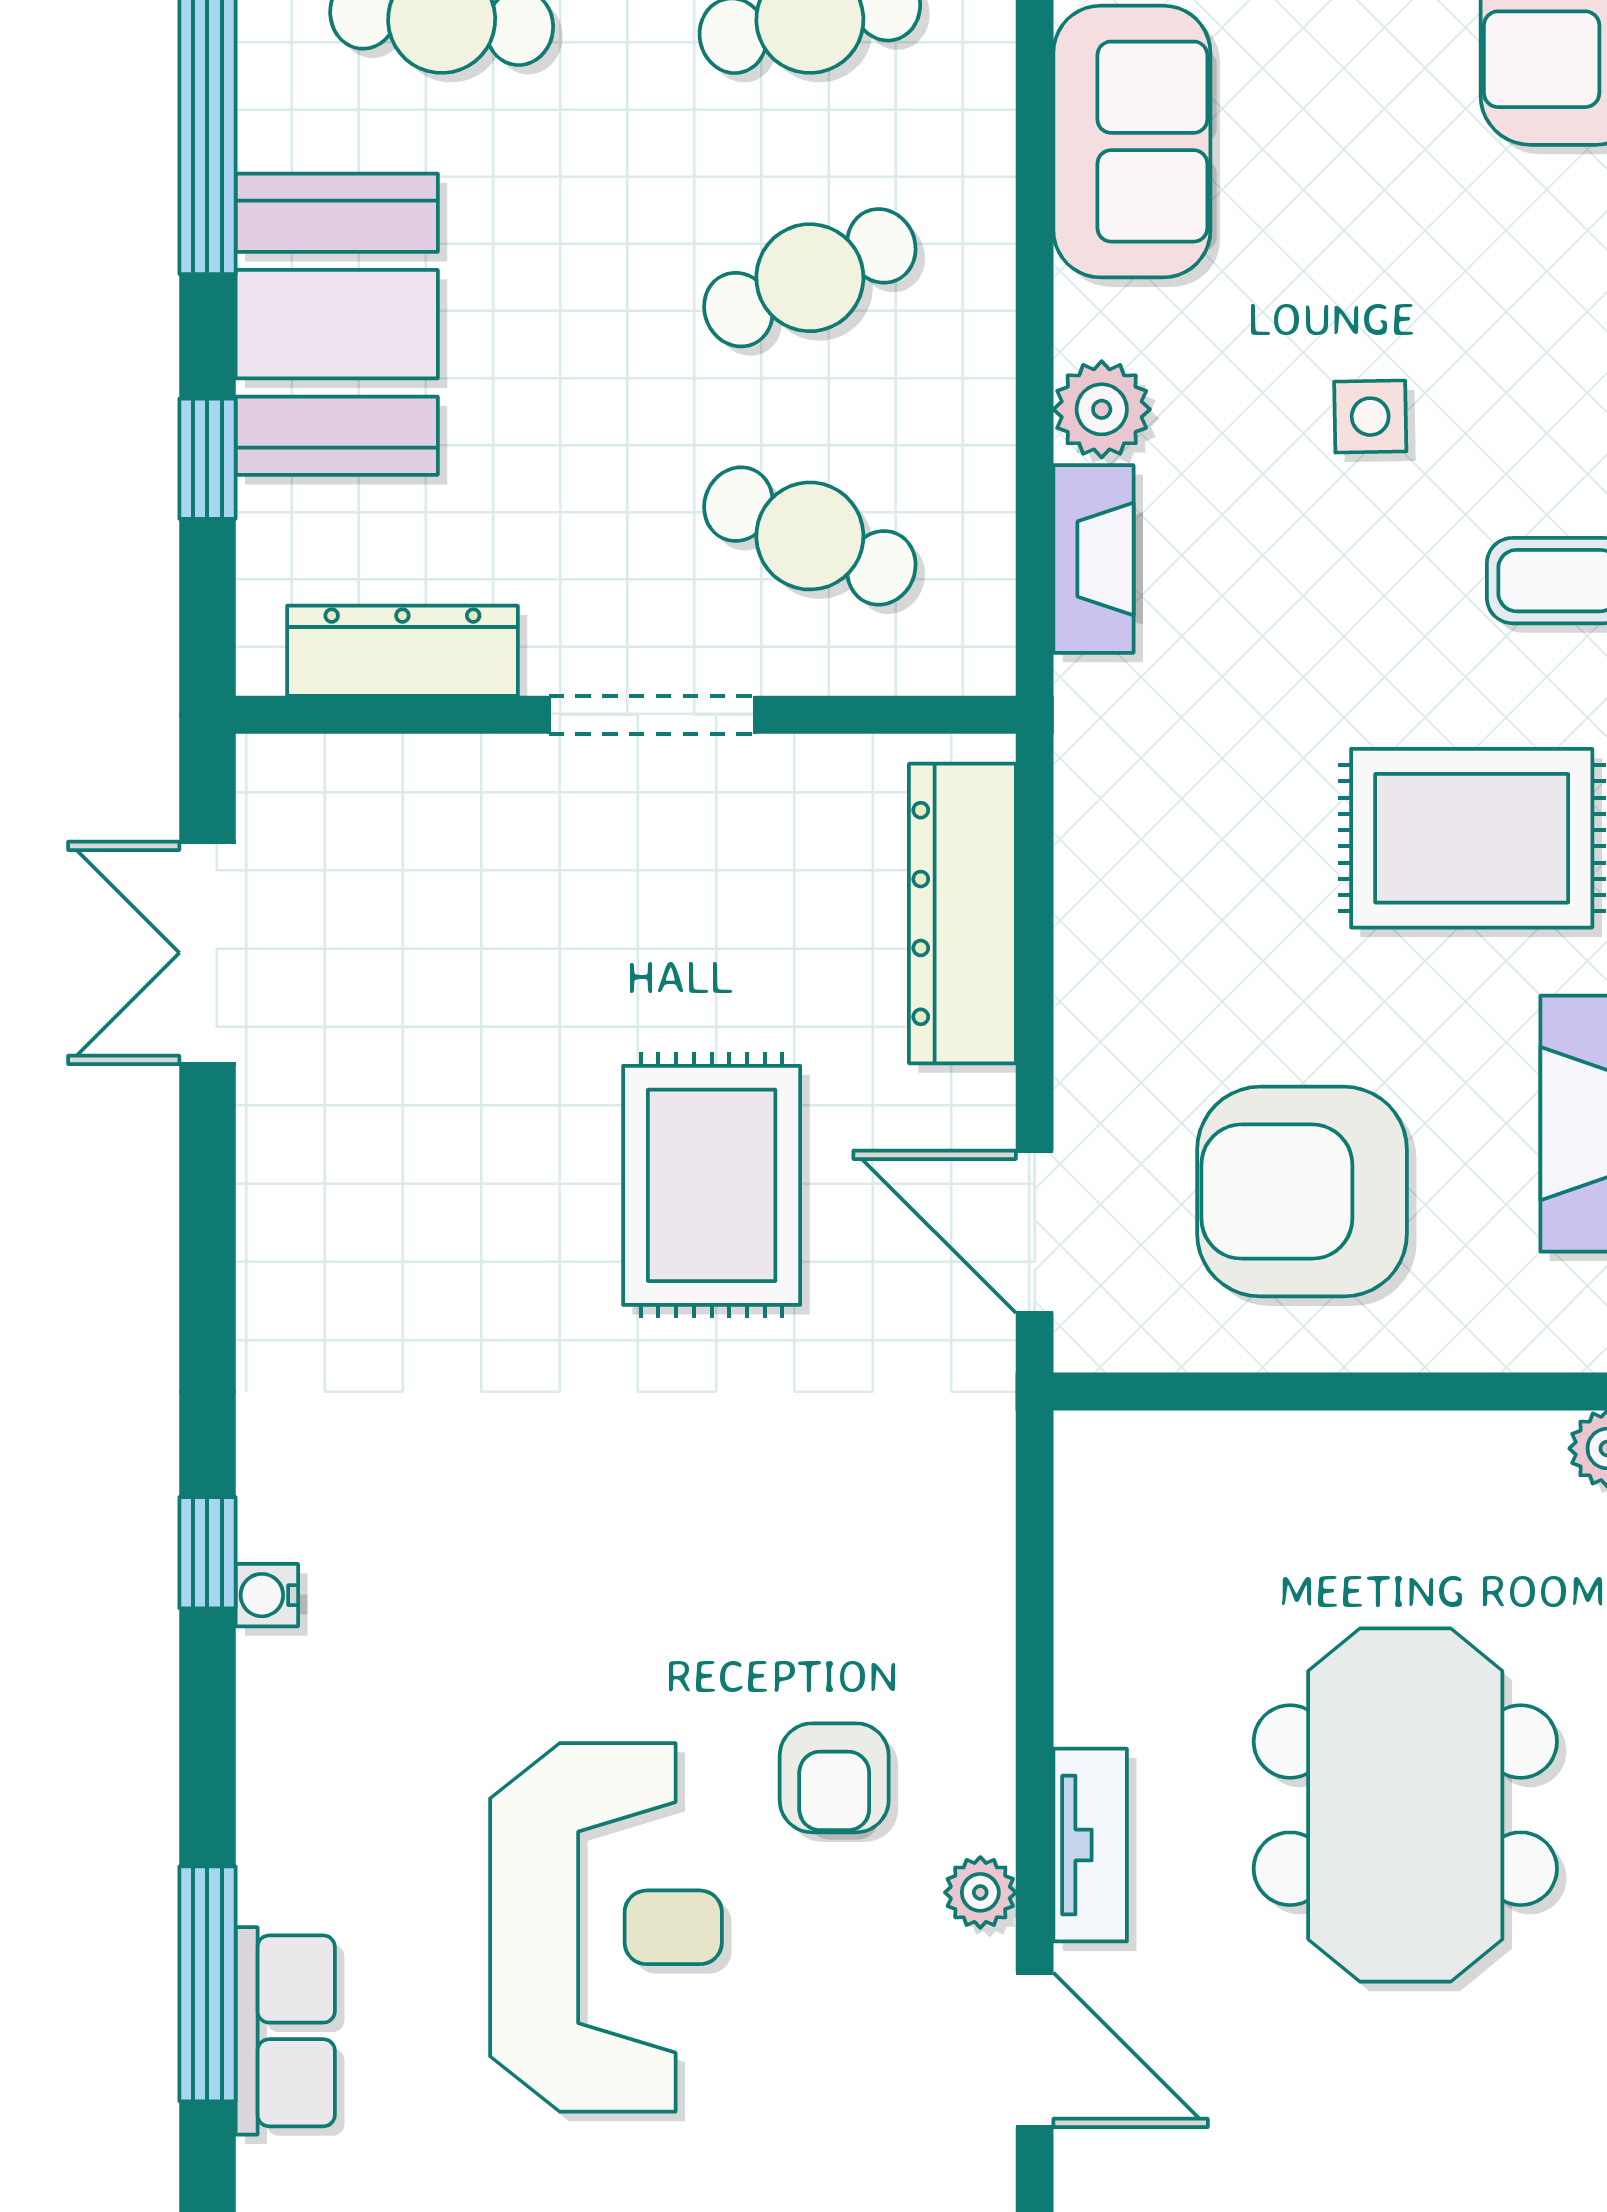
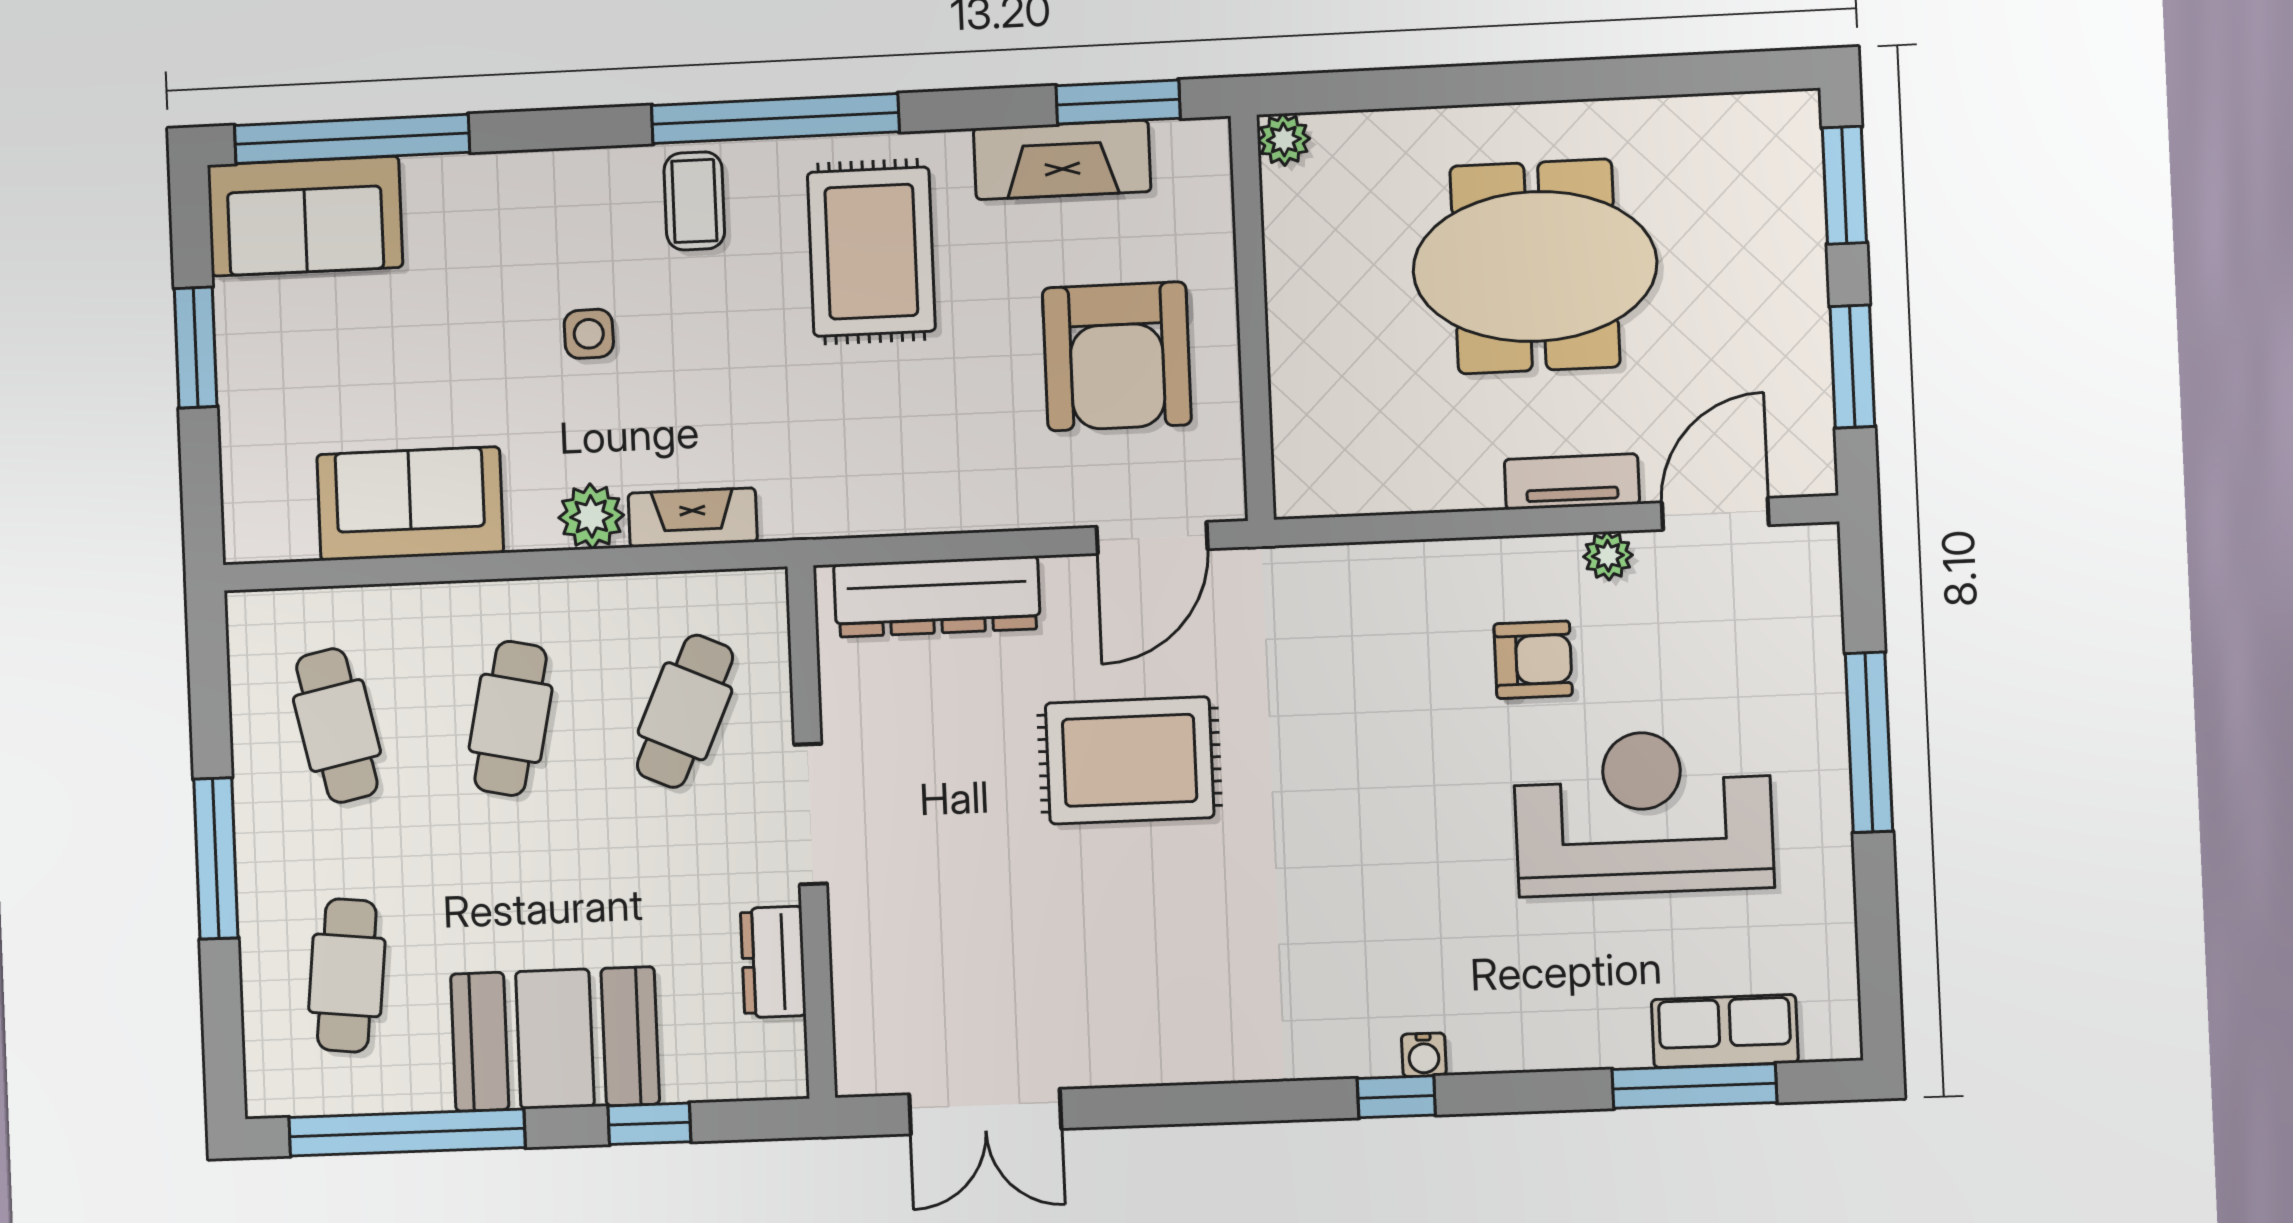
cafe table: (810, 278) -> (511, 718), turned 36
dresser: (402, 651) -> (773, 962), width x0.70

